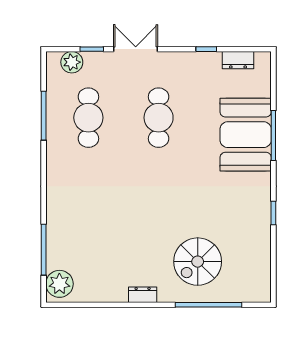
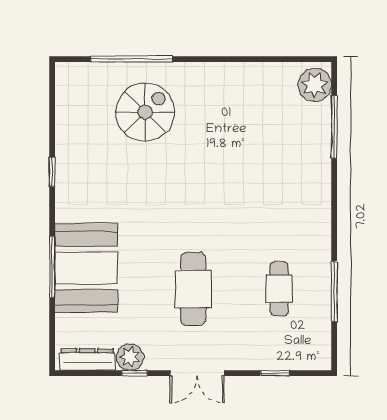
double door: (136, 49) -> (197, 373), moved
dresser: (238, 60) -> (87, 360), width x1.44
plant: (72, 62) -> (130, 357), moved
cafe table: (88, 118) -> (279, 289), width x0.73, depth x0.74
dresser: (143, 295) -> (213, 72), removed

